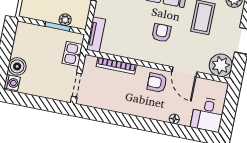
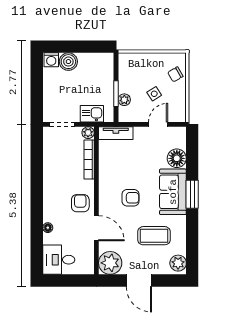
plant: (90, 61) -> (88, 133), added
door: (184, 72) -> (96, 228), swing flipped

